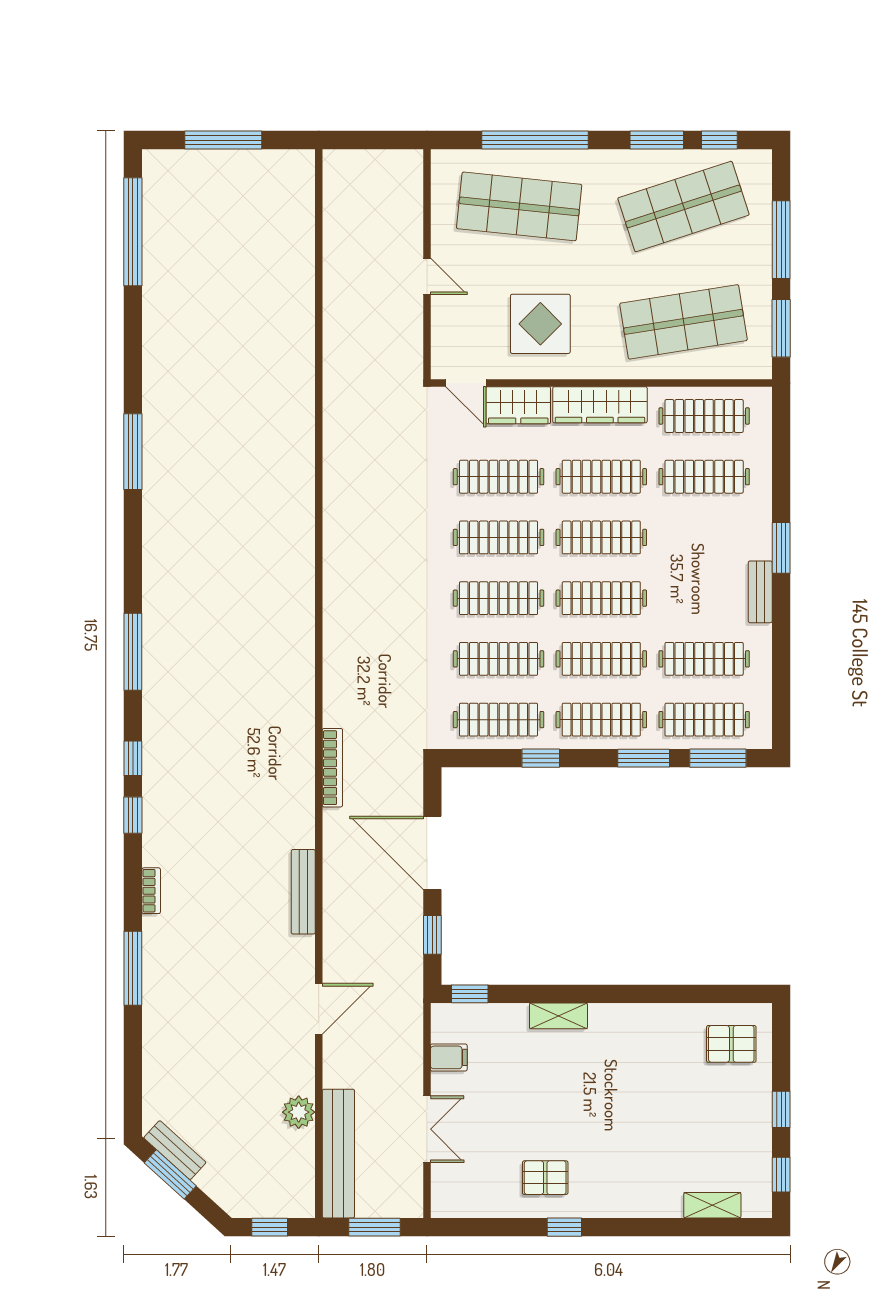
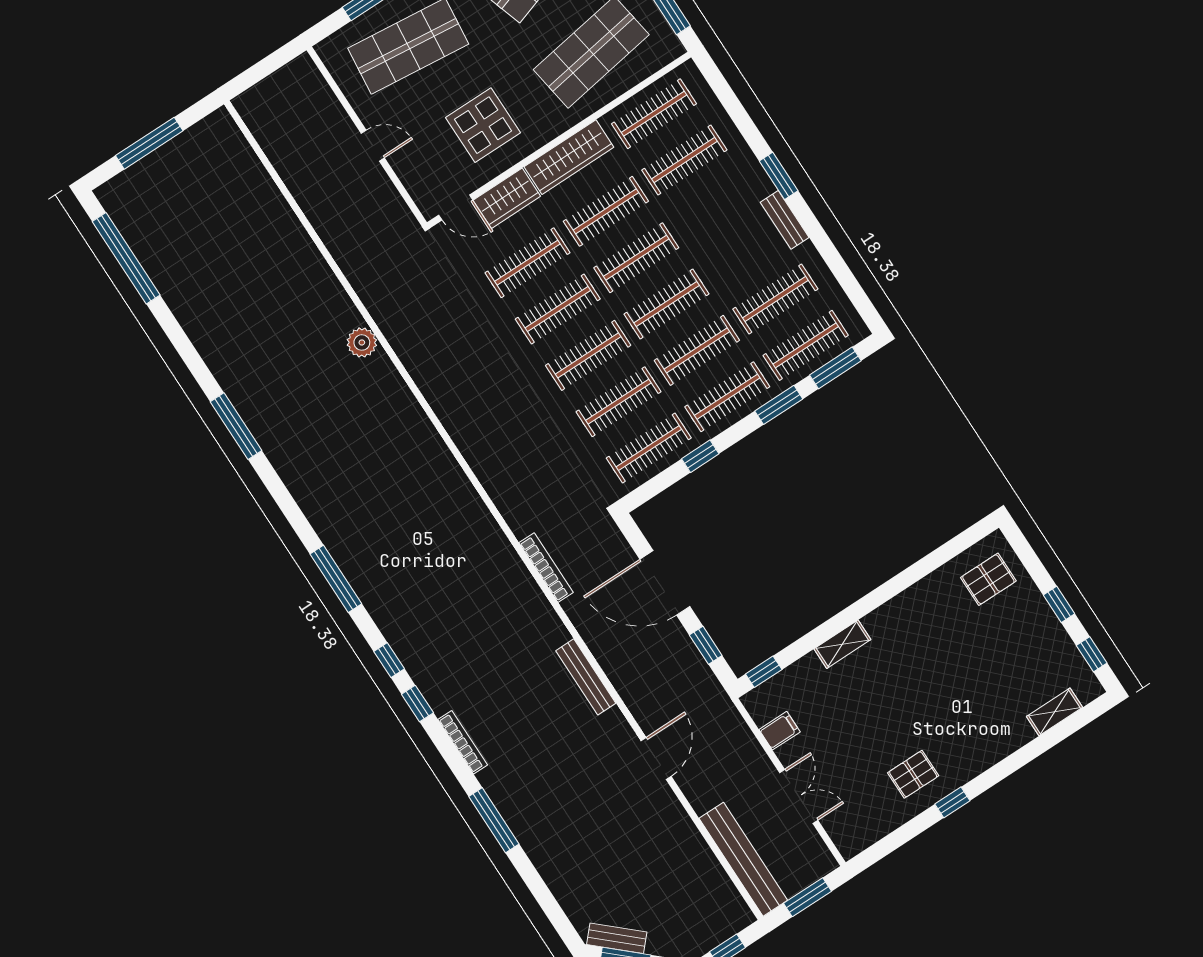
bookcase: (151, 891) -> (463, 742), width x1.56
plant: (299, 1112) -> (362, 342), moved

